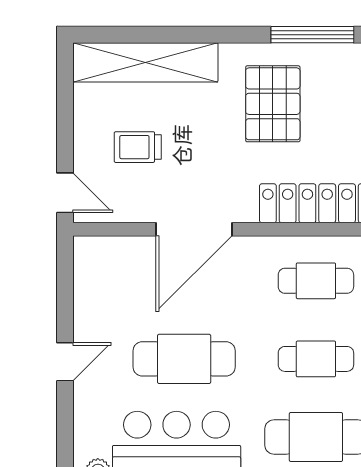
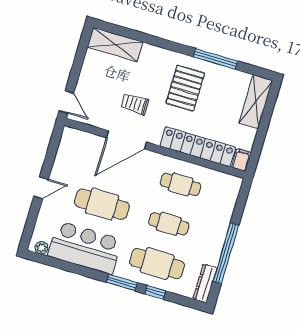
shelving: (145, 62) -> (115, 44), width x0.68
trolley: (138, 147) -> (135, 104), moved

